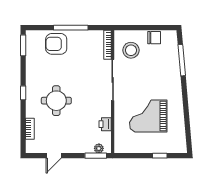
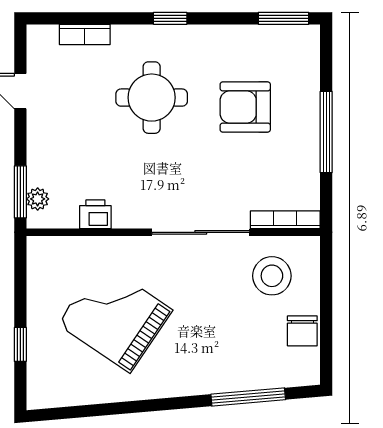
armchair: (56, 44) -> (245, 107), moved, turned -90
grand piano: (148, 116) -> (115, 317), turned -56

